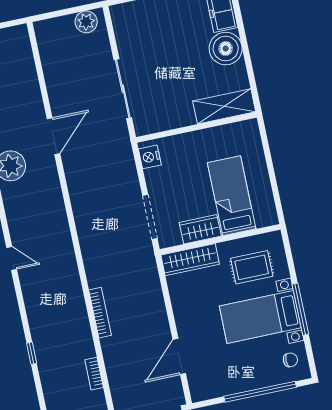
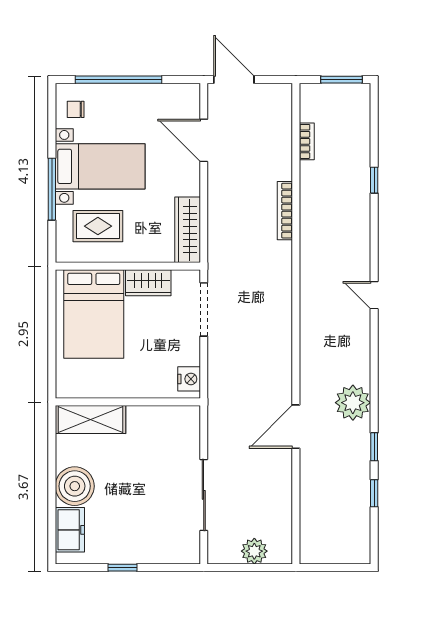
plant: (86, 22) -> (254, 551), moved
sliding door: (123, 89) -> (204, 495), moved
bed: (232, 196) -> (94, 314), width x1.50
wardrobe: (190, 260) -> (188, 230), moved, turned -90
window: (300, 309) -> (52, 189), moved
door: (179, 357) -> (204, 140), swing flipped

